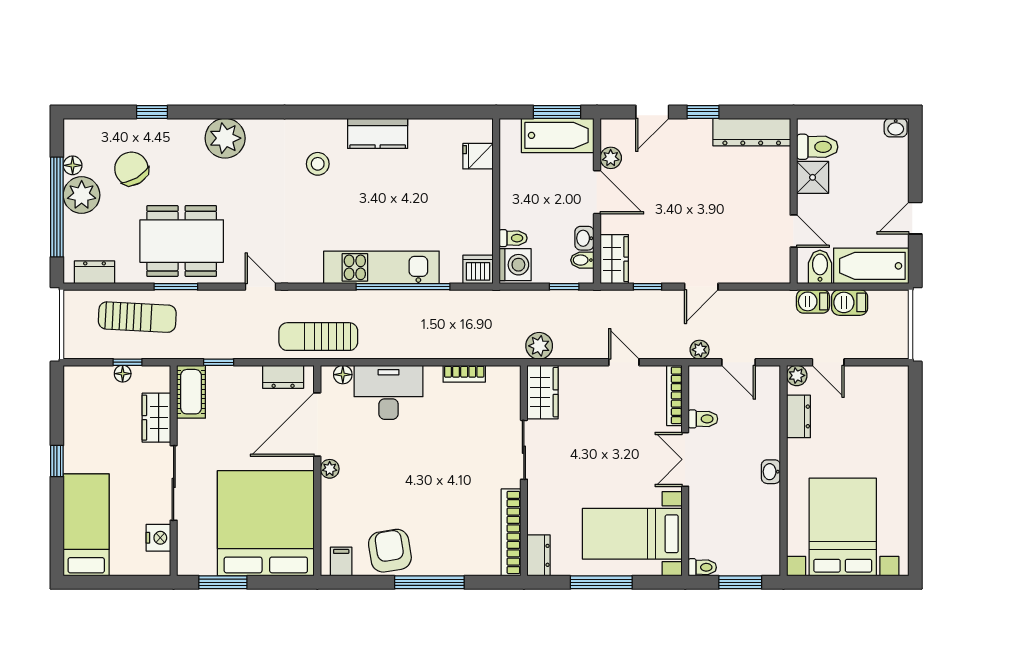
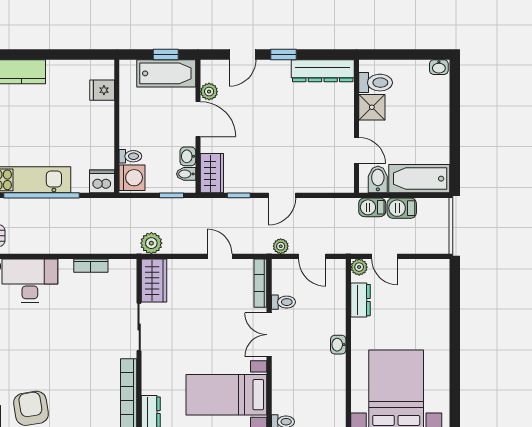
window: (557, 112) -> (166, 55), width x0.67
door: (915, 218) -> (455, 140), removed

